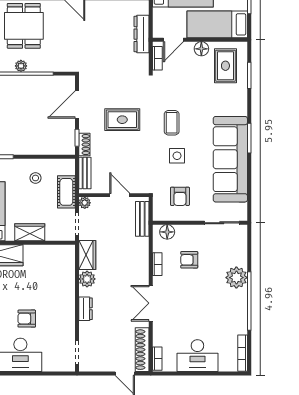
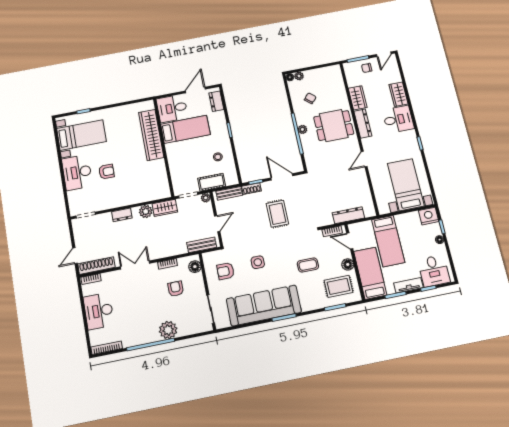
coffee table: (172, 123) -> (308, 265), moved
wardrobe: (30, 232) -> (175, 161), removed
armchair: (27, 319) -> (106, 172), turned 90

